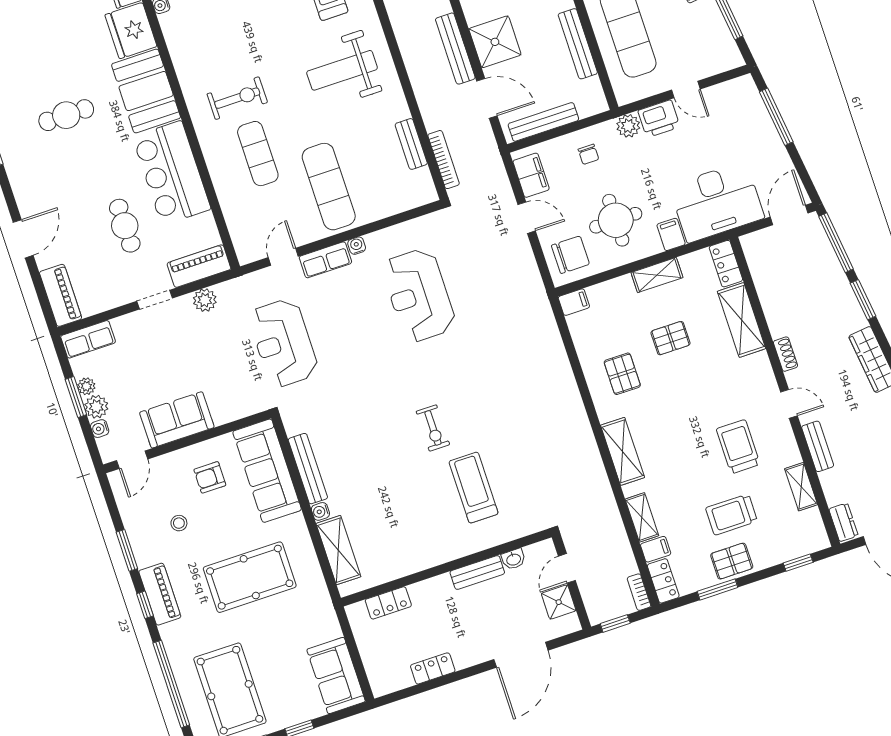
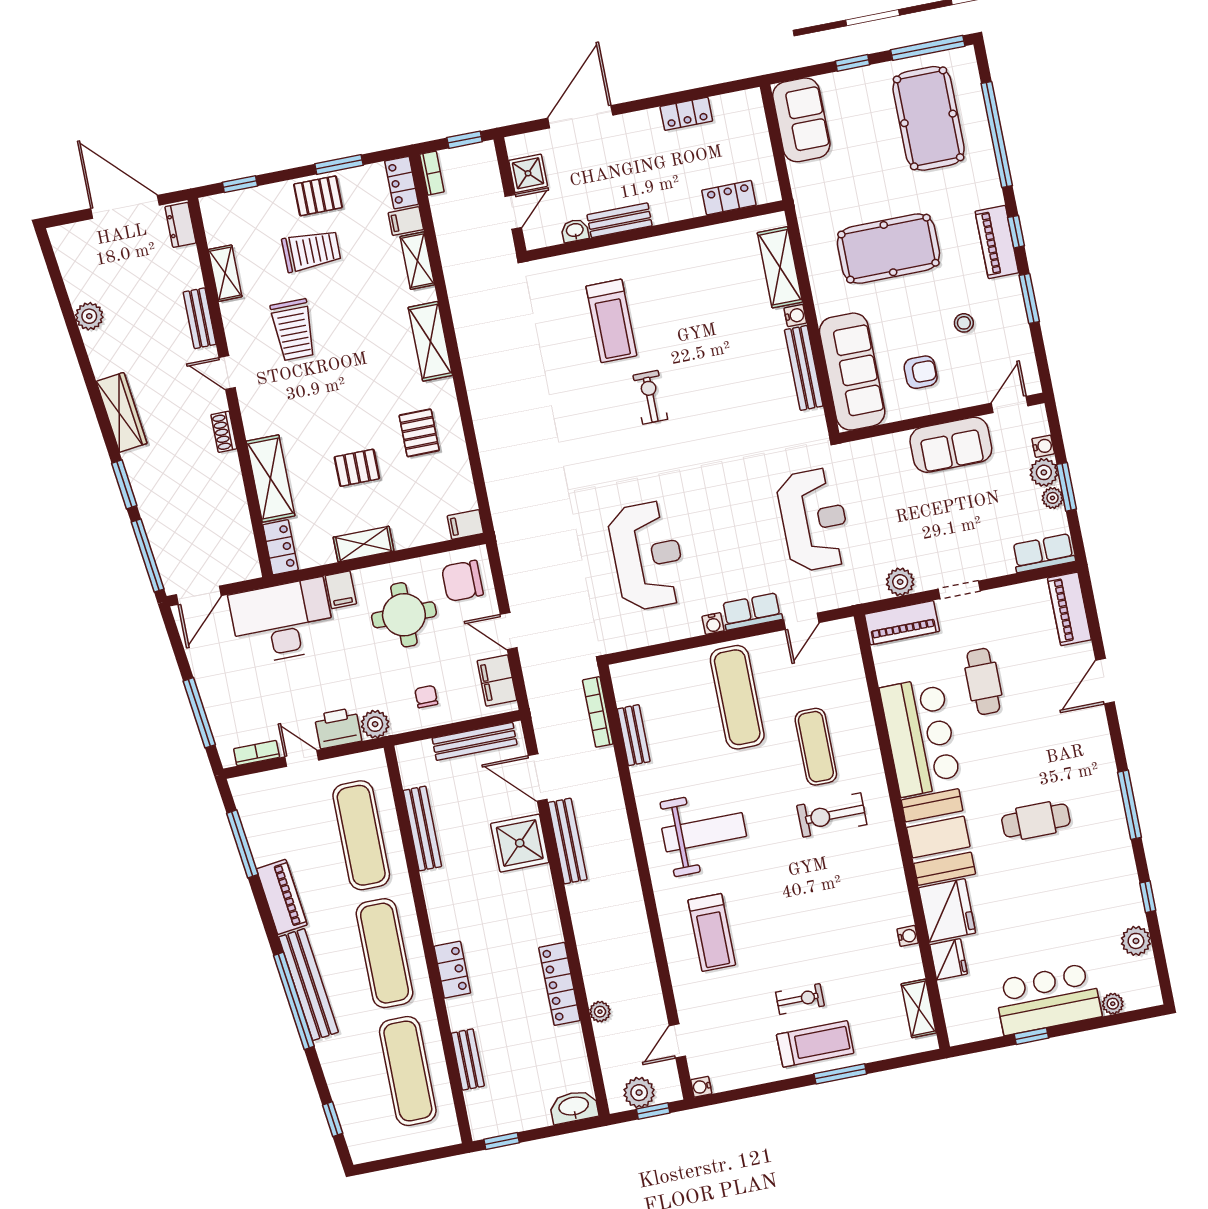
bookcase: (724, 89) -> (257, 753), added

